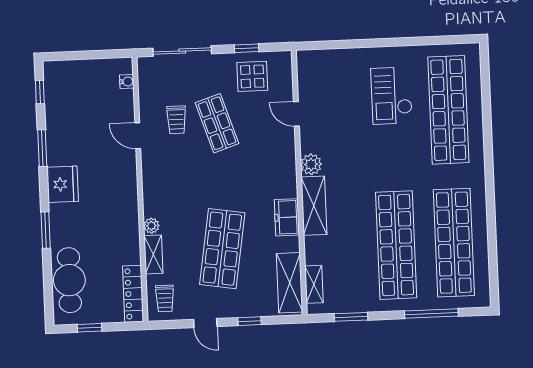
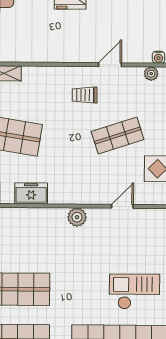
trolley: (177, 120) -> (85, 95), moved
shelving: (314, 206) -> (40, 218), removed
plant: (151, 226) -> (151, 74), moved

